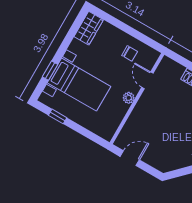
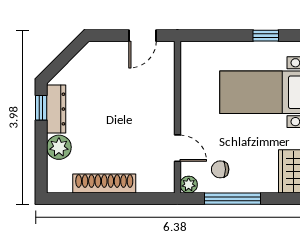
window: (132, 32) -> (232, 199), added
plant: (129, 98) -> (189, 185), moved

